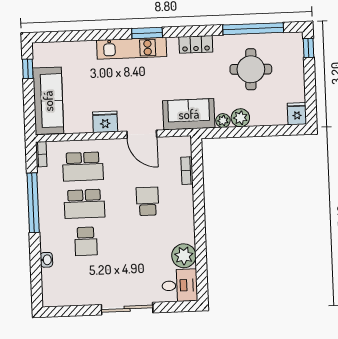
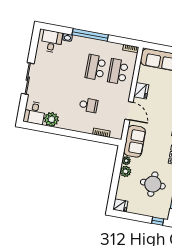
door: (142, 134) -> (129, 111), swing flipped
window: (33, 203) -> (90, 35), moved
school desk: (86, 241) -> (73, 63), removed
desk: (58, 284) -> (52, 41), added

